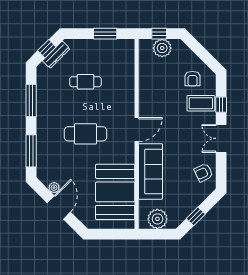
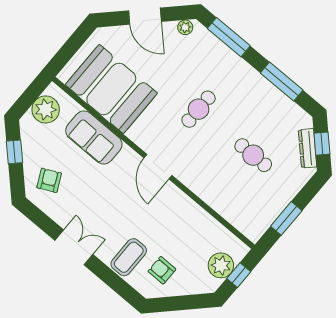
cafe table: (86, 82) -> (253, 155), turned 90
window: (221, 105) -> (109, 277), removed
cafe table: (86, 134) -> (199, 109), width x0.73, depth x0.74
sofa: (150, 171) -> (94, 138), width x0.73
armchair: (203, 173) -> (49, 180), moved
plant: (54, 188) -> (185, 27), moved

